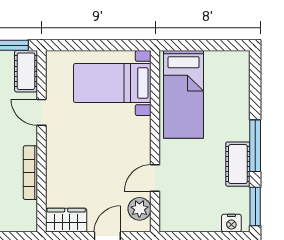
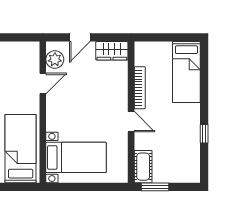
door: (41, 112) -> (131, 122), moved

